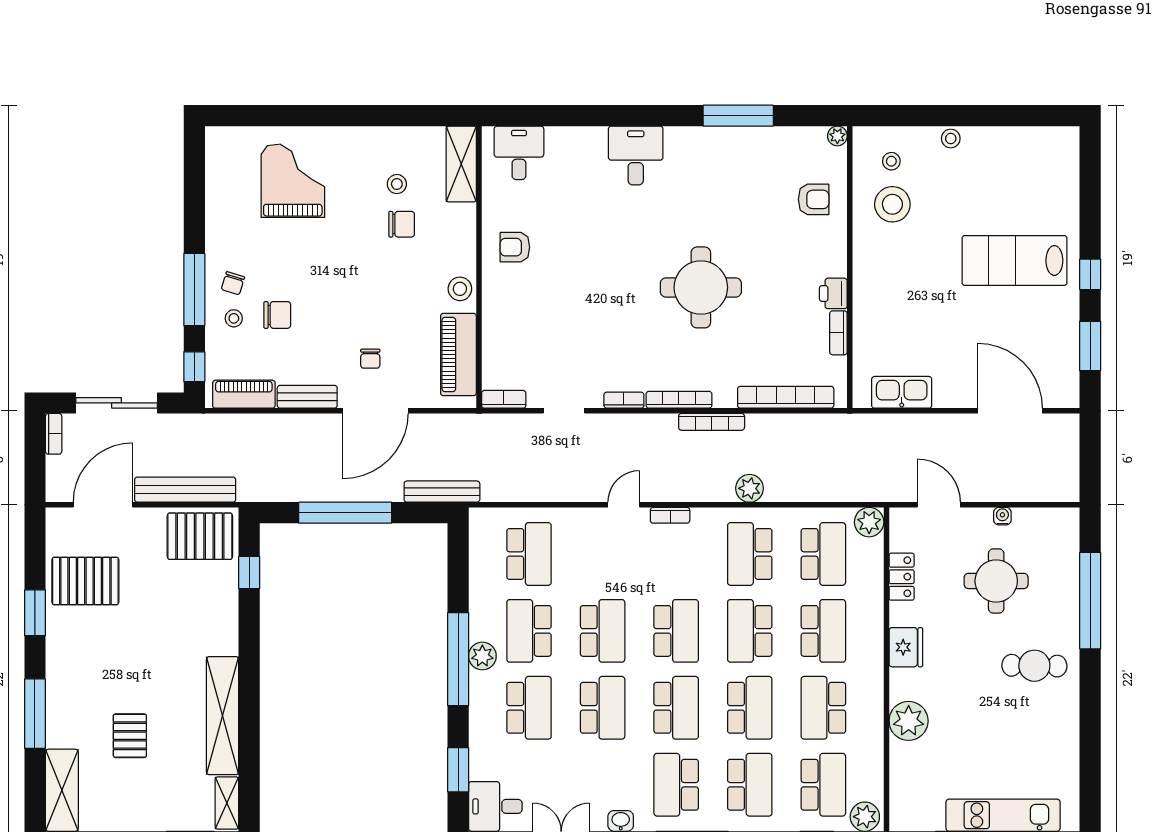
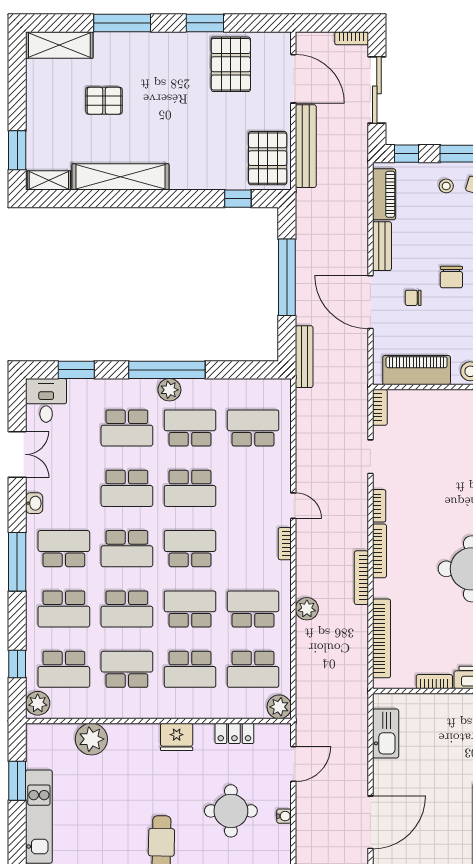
chair: (277, 315) -> (451, 277), moved
school desk: (529, 554) -> (253, 428), turned 180
school desk: (676, 631) -> (190, 549), turned 180
plant: (909, 721) -> (91, 739), moved

